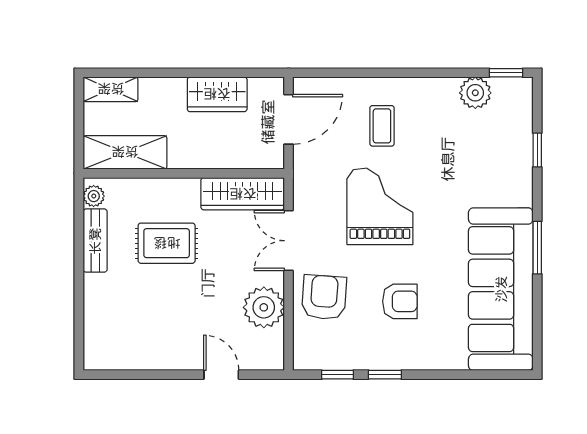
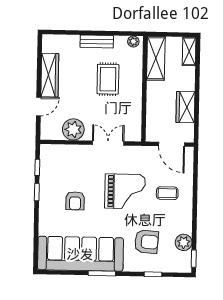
wardrobe: (243, 194) -> (50, 75), moved, turned 180
bench: (95, 241) -> (97, 41), moved
armchair: (324, 297) -> (146, 242), moved

